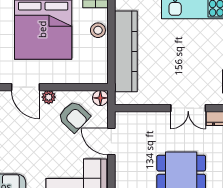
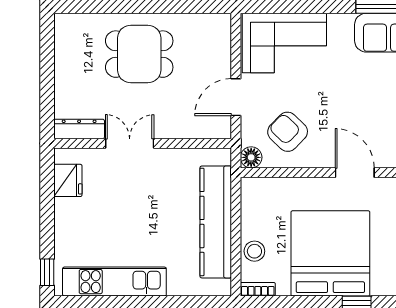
plant: (49, 97) -> (323, 158), removed
door: (111, 142) -> (236, 97), swing flipped

